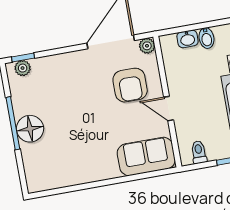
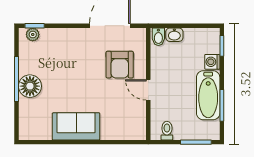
bidet: (206, 38) -> (158, 37), moved
plant: (147, 46) -> (140, 34), removed
sofa: (146, 156) -> (76, 126), moved

